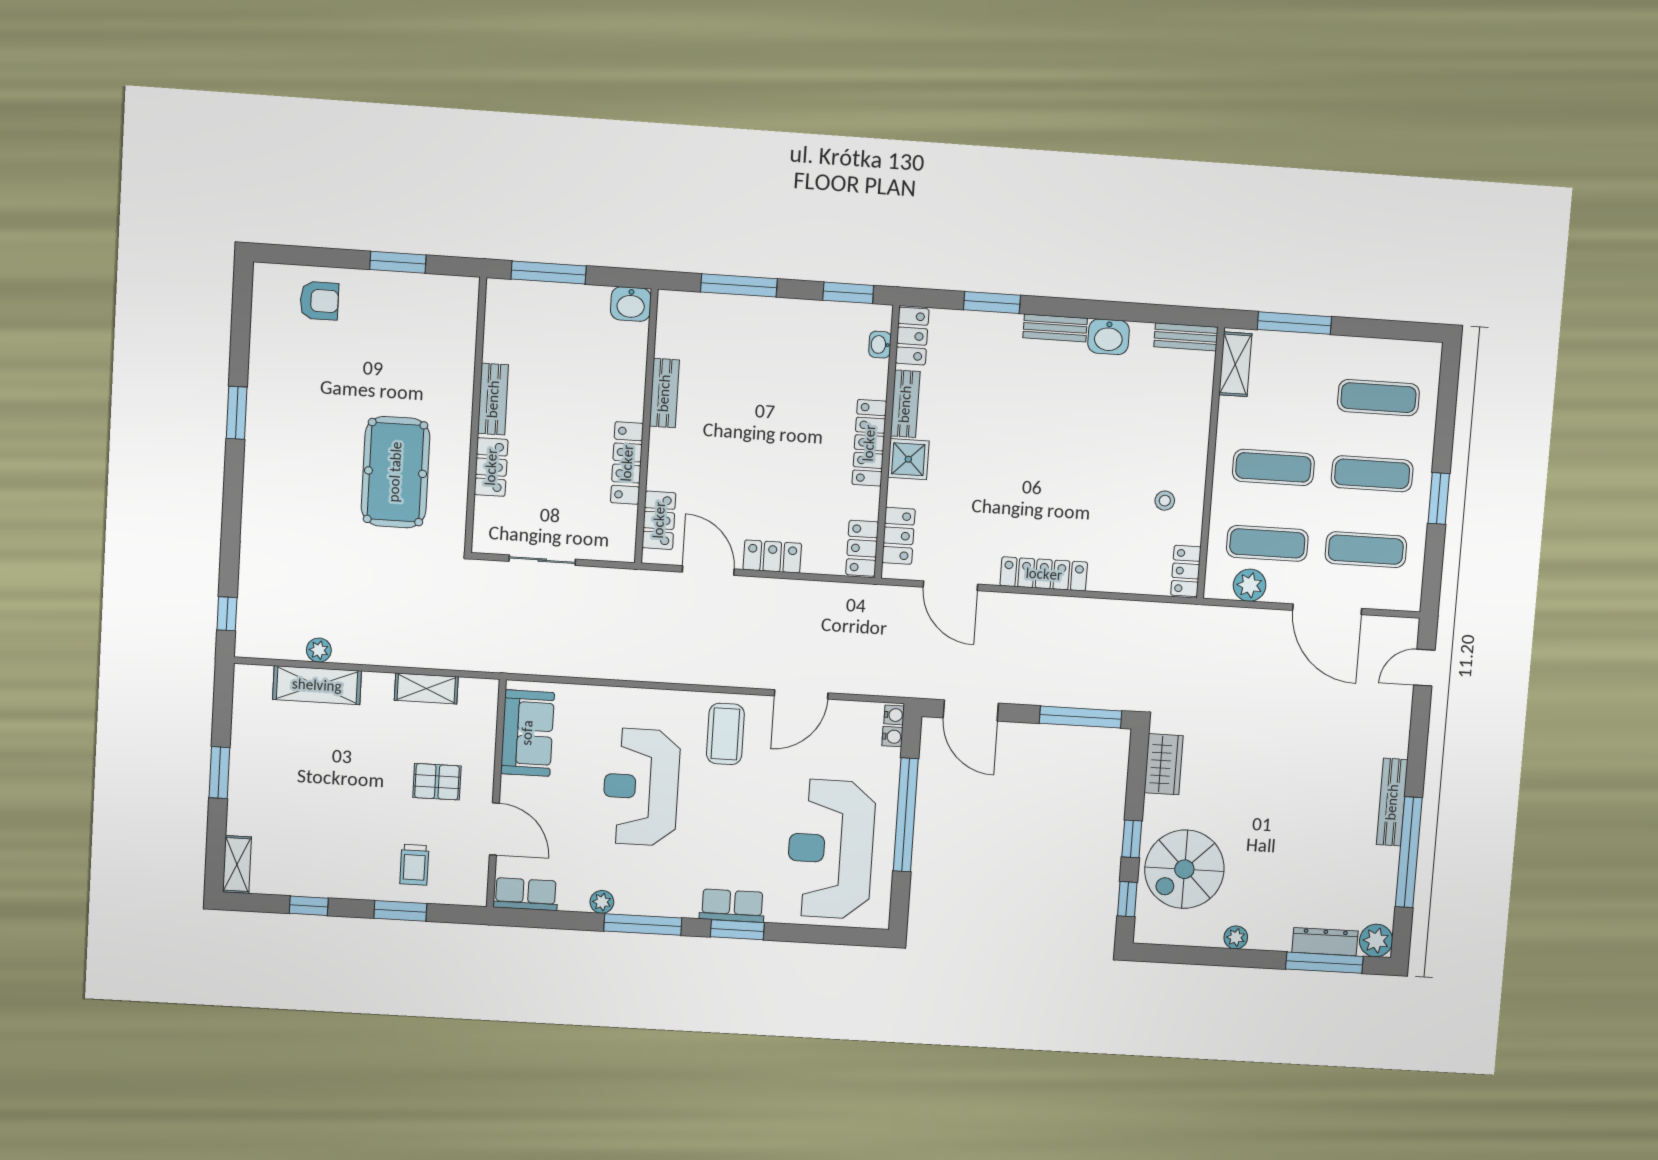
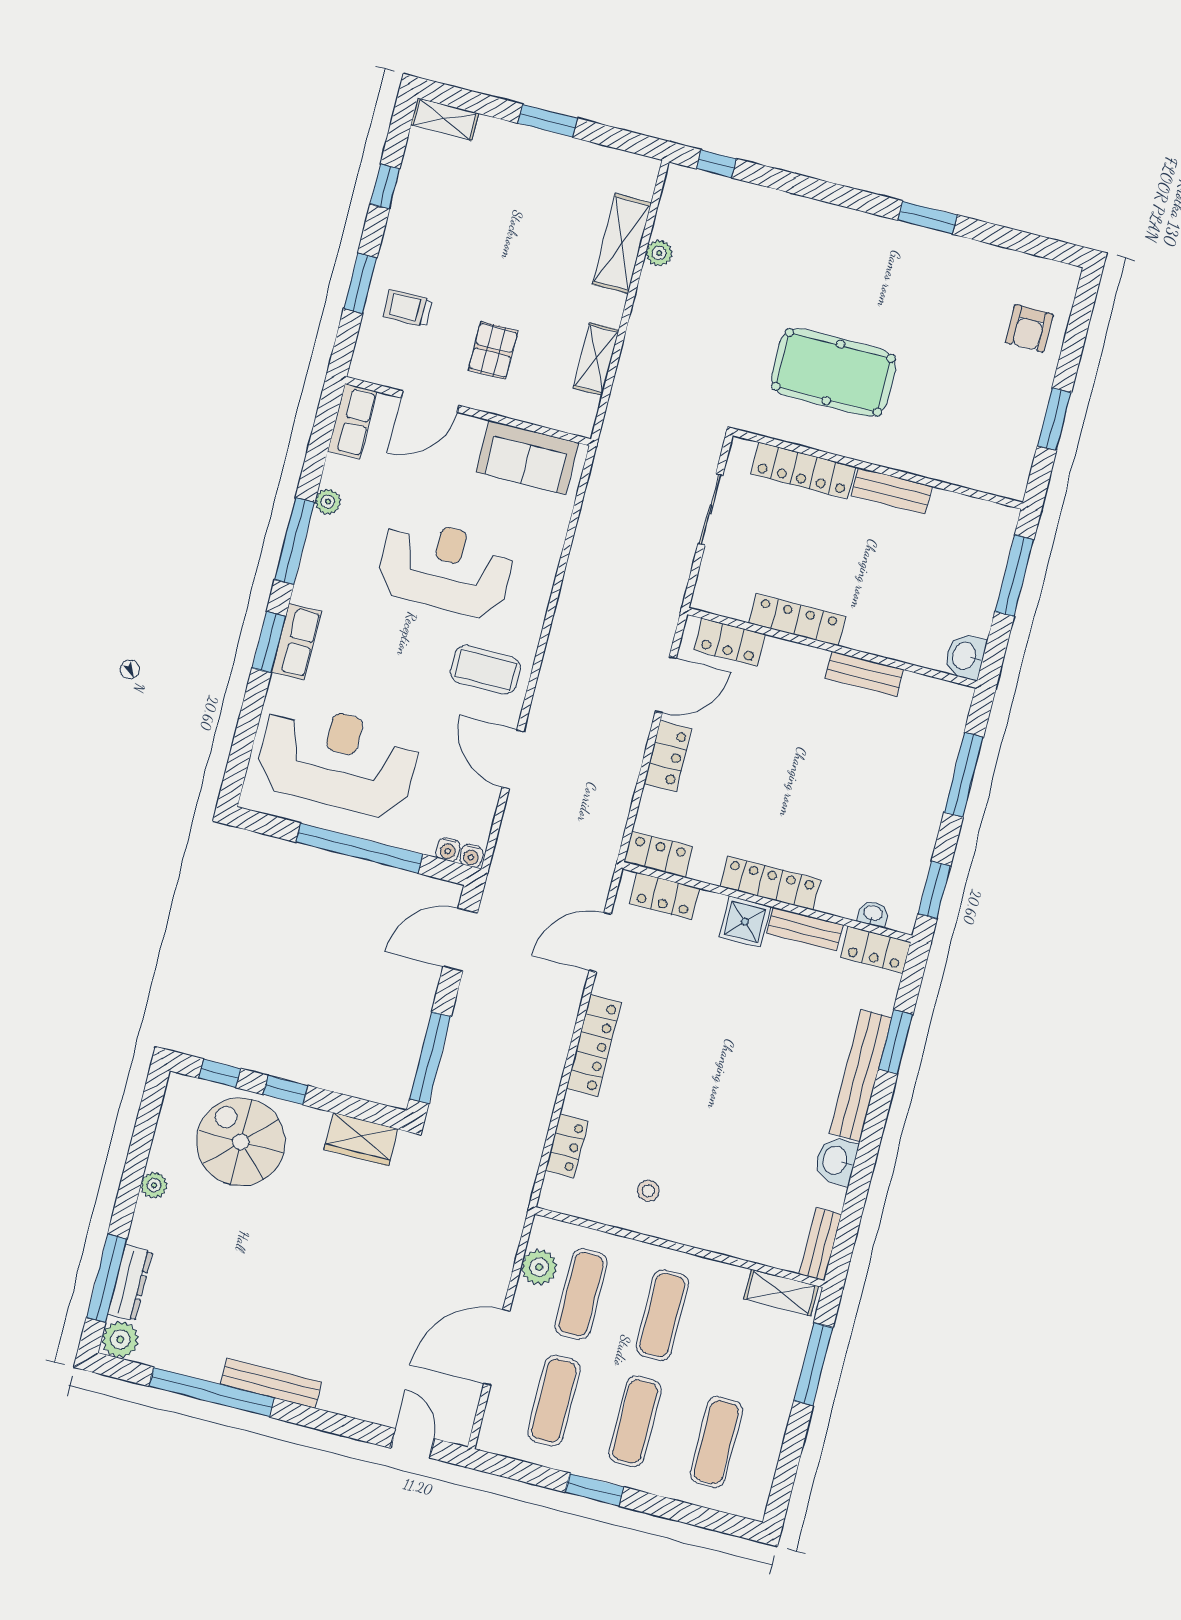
bench: (1055, 328) -> (861, 1075), width x1.86, depth x1.21
locker: (491, 467) -> (803, 470), width x1.53
locker: (1186, 571) -> (567, 1146), moved, turned 90

